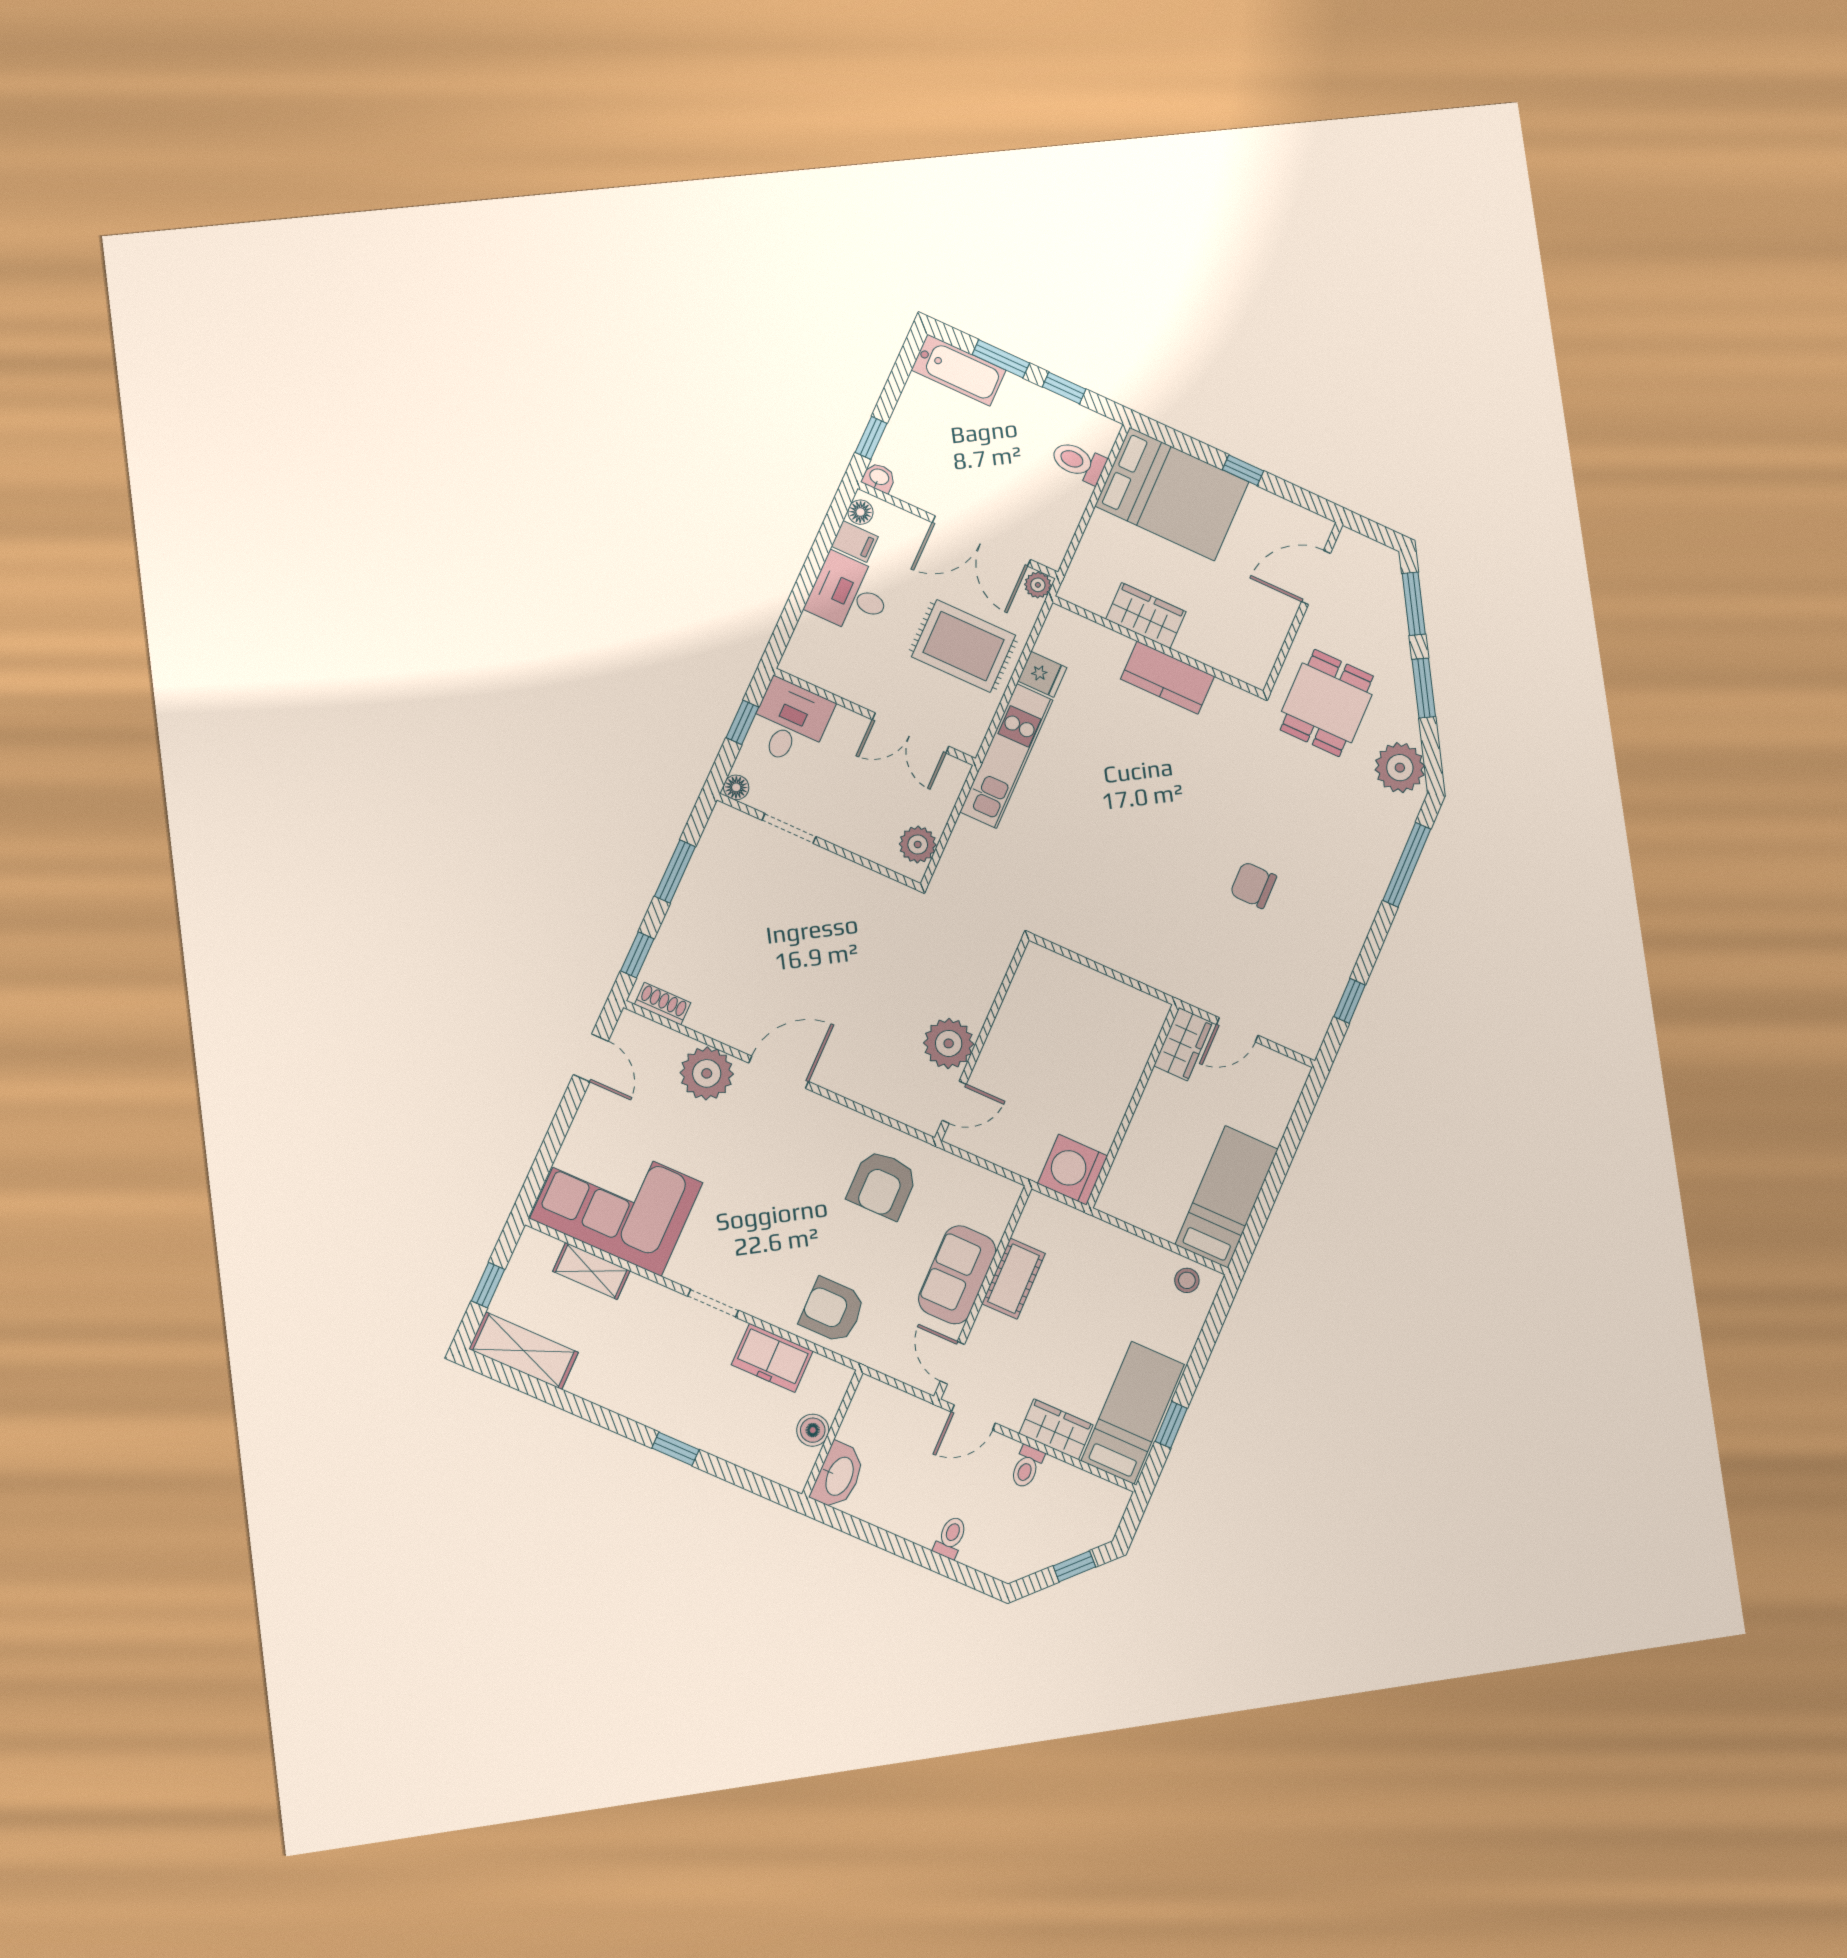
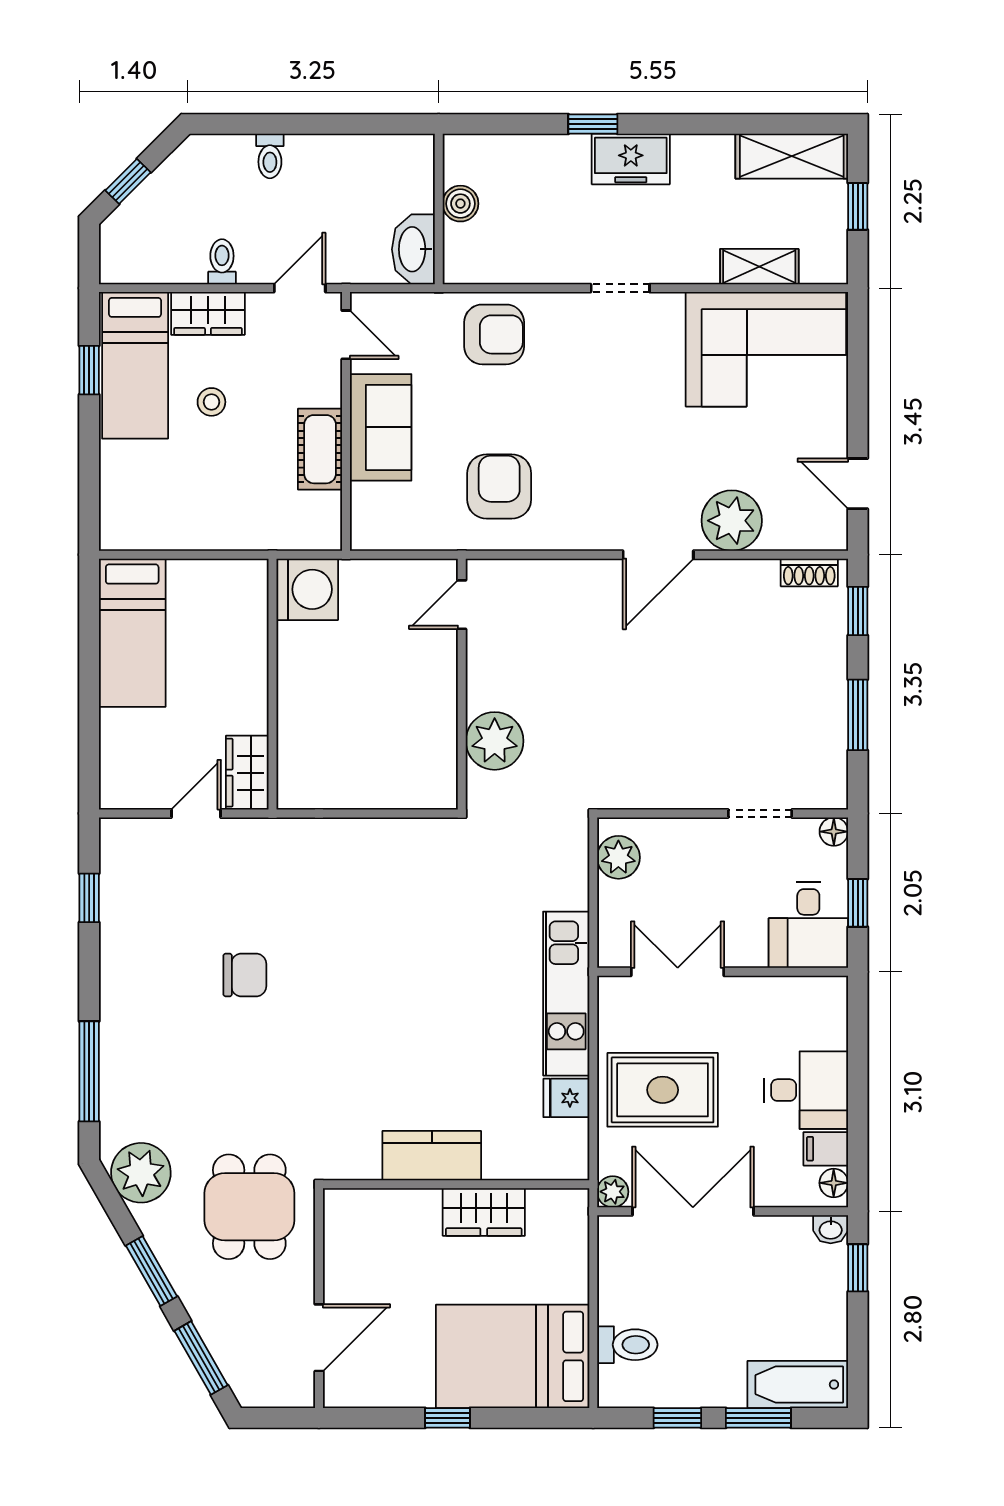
plant: (949, 1043) -> (495, 741), moved
stool: (1187, 1280) -> (211, 402), moved
freezer: (772, 1358) -> (631, 159), moved, turned 180
washbasin: (839, 1476) -> (413, 249), moved

